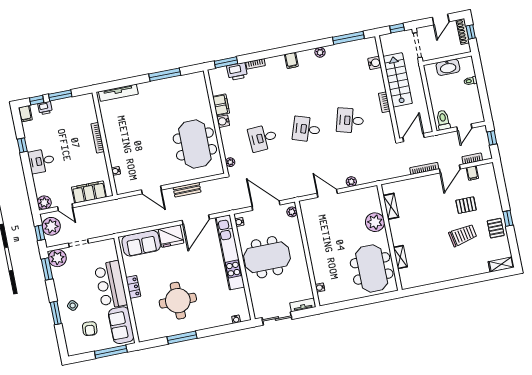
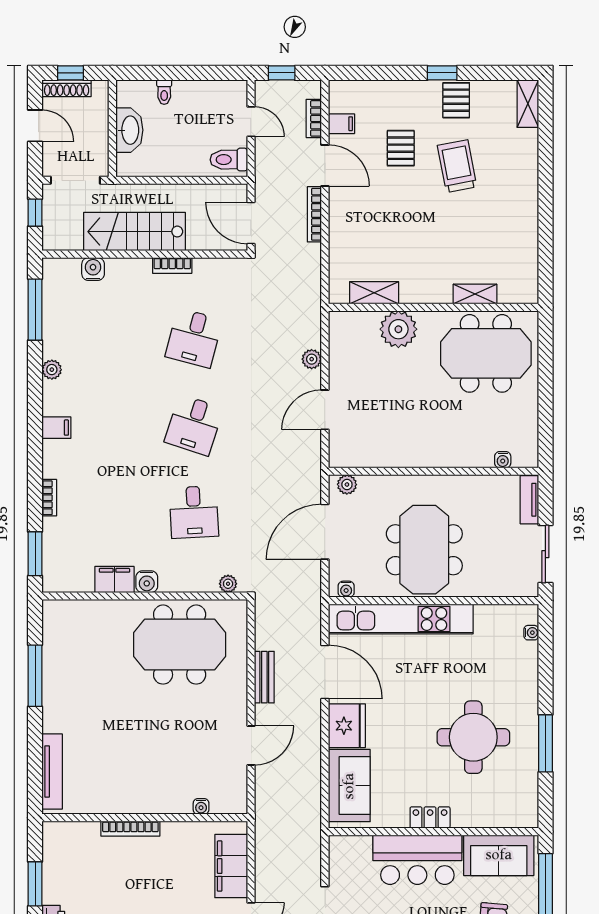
printer: (237, 72) -> (57, 536), removed
pallet: (496, 228) -> (456, 100), turned 90

